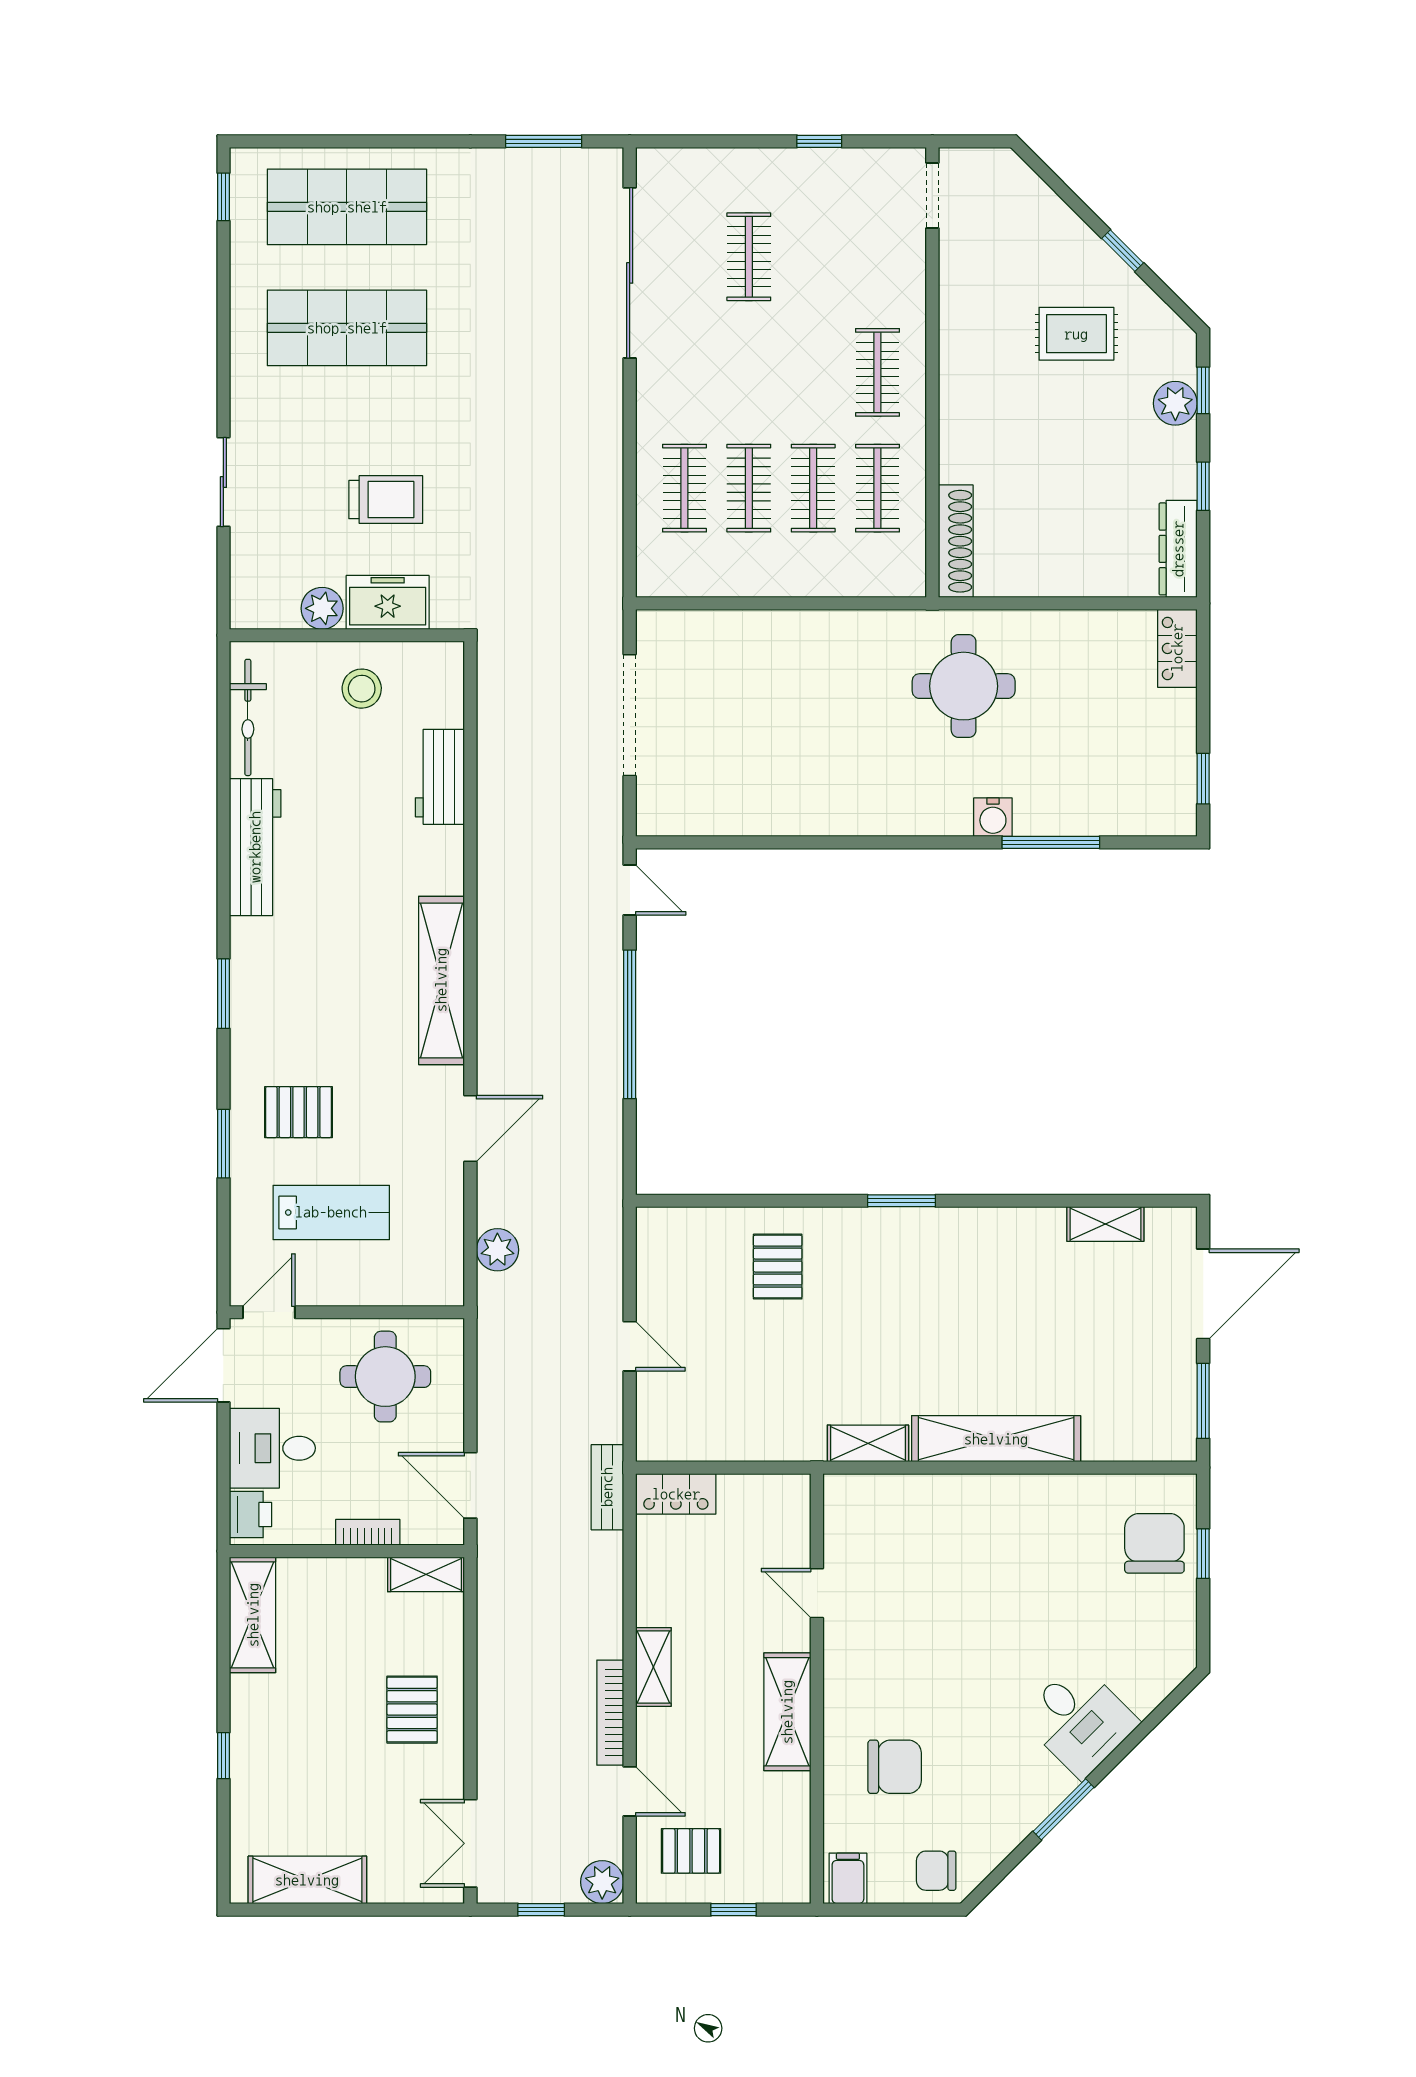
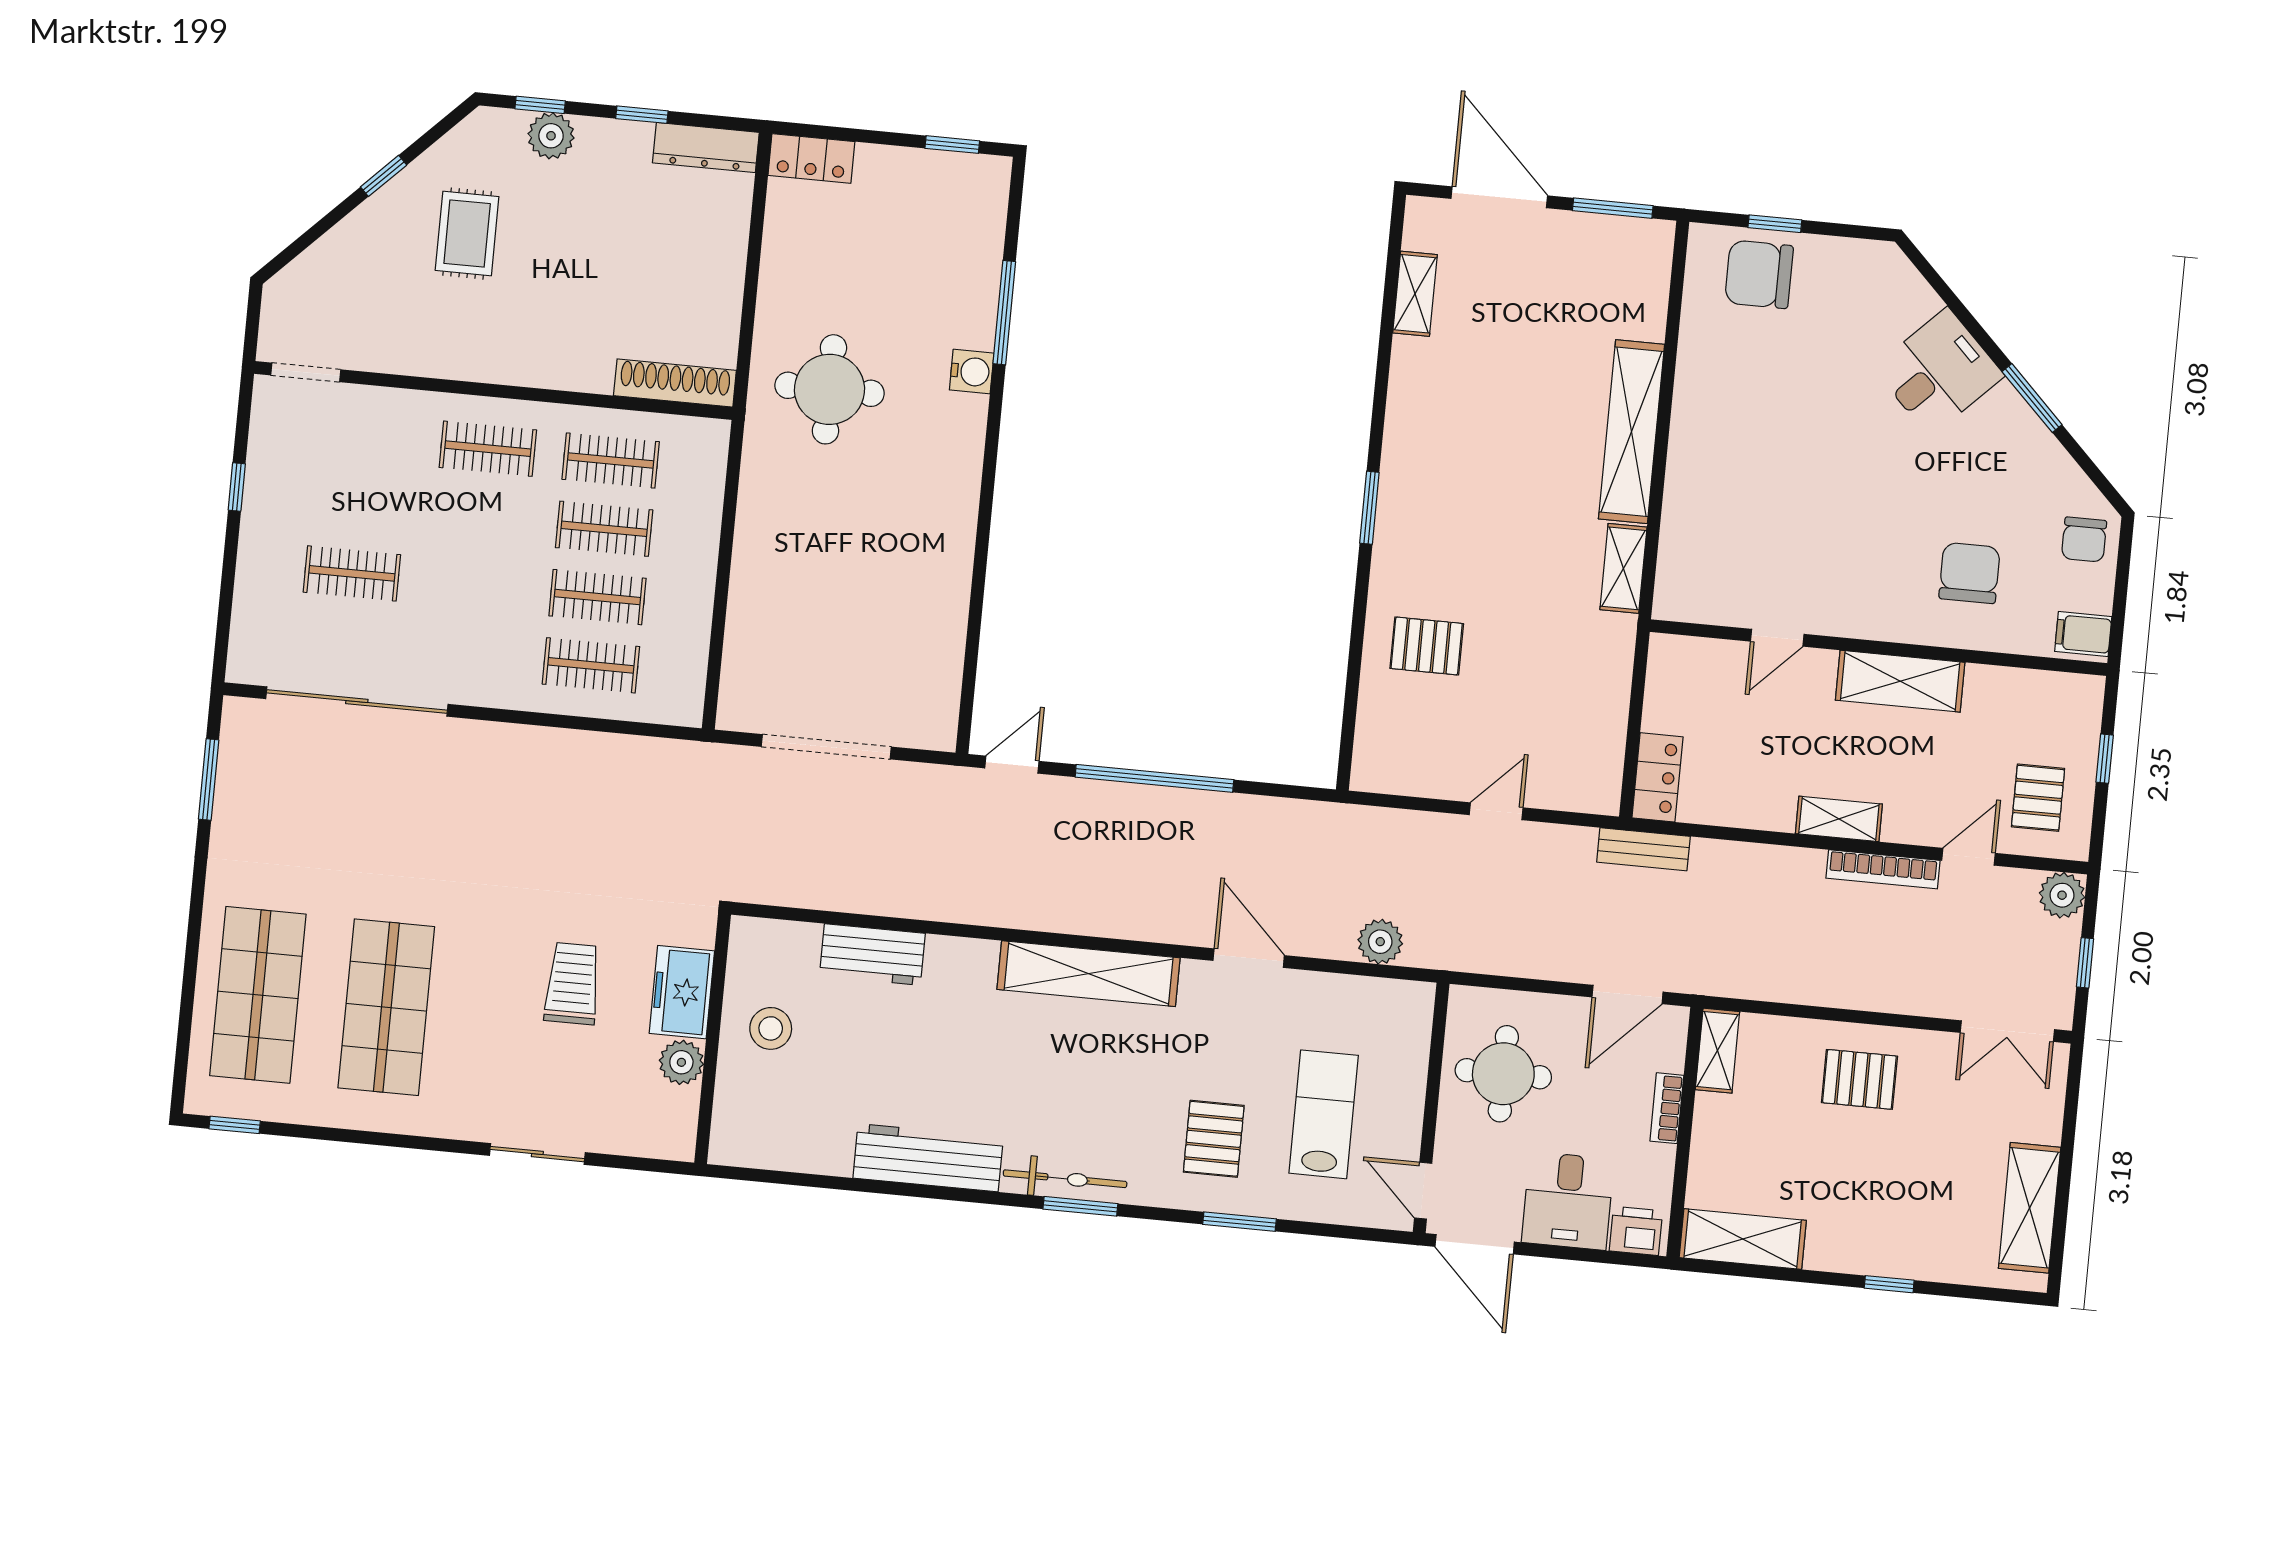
bicycle: (248, 717) -> (1065, 1179), moved

